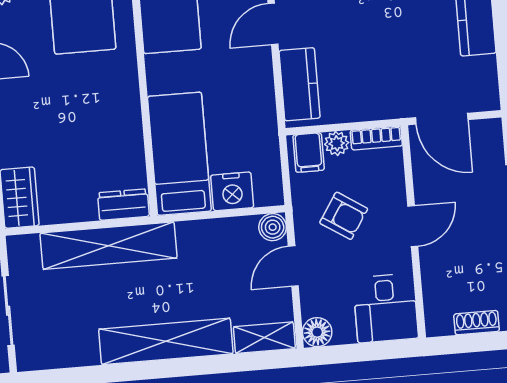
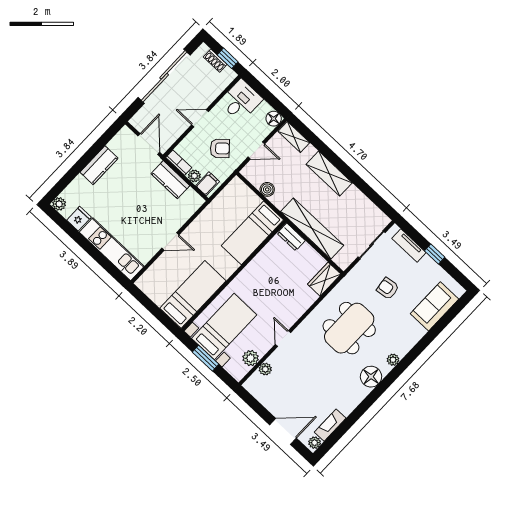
kitchen counter: (300, 84) -> (170, 180), moved, turned -90
nightstand: (232, 191) -> (249, 200), removed
armchair: (344, 216) -> (220, 148), turned 105
boiler: (273, 227) -> (267, 189), moved
shelving: (166, 341) -> (329, 174), width x0.68
window: (464, 344) -> (228, 58), added

